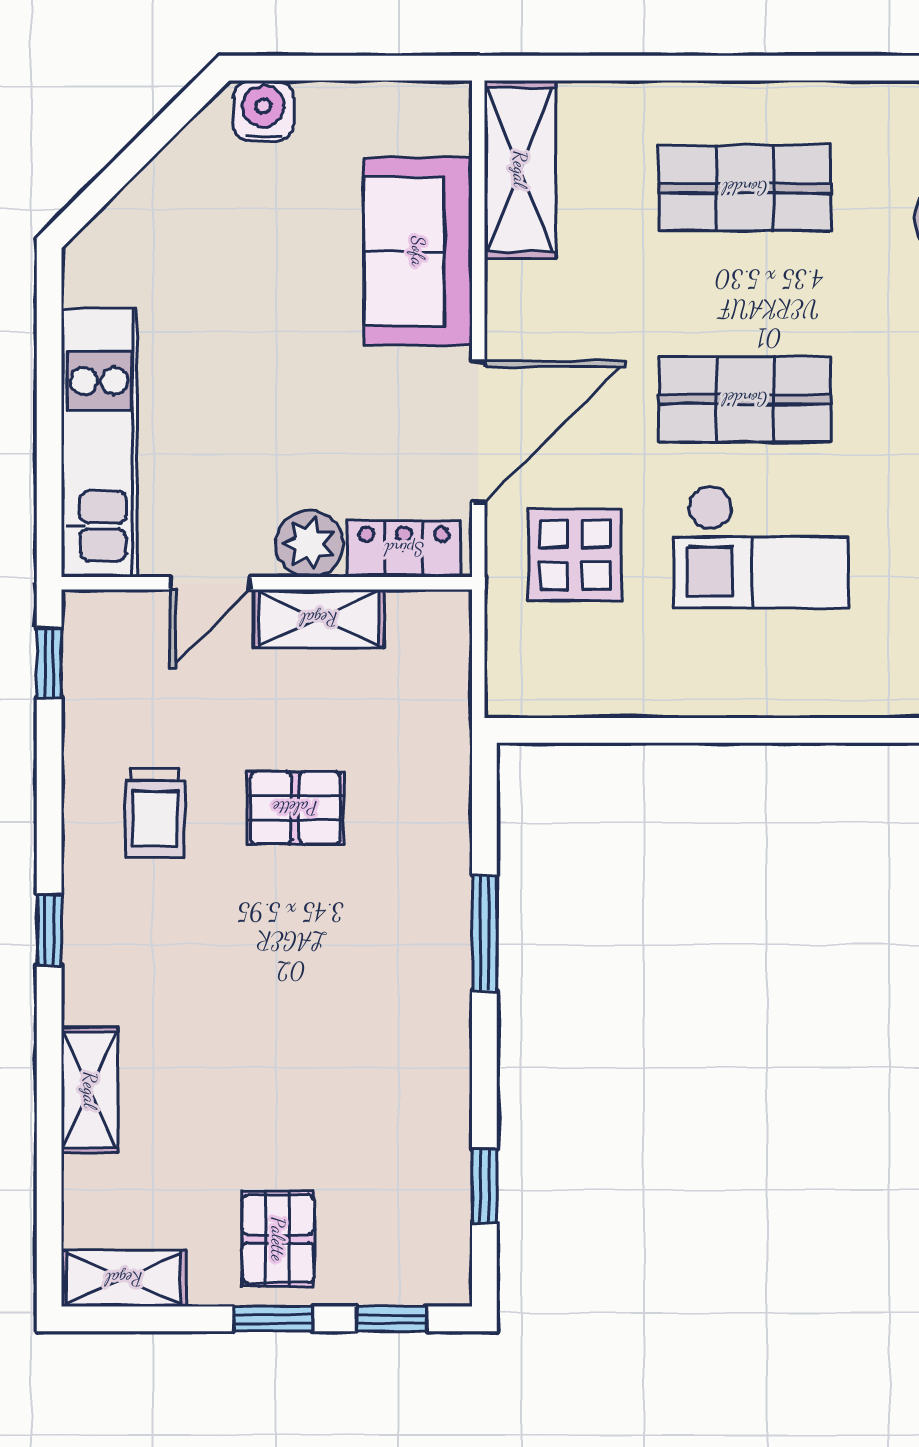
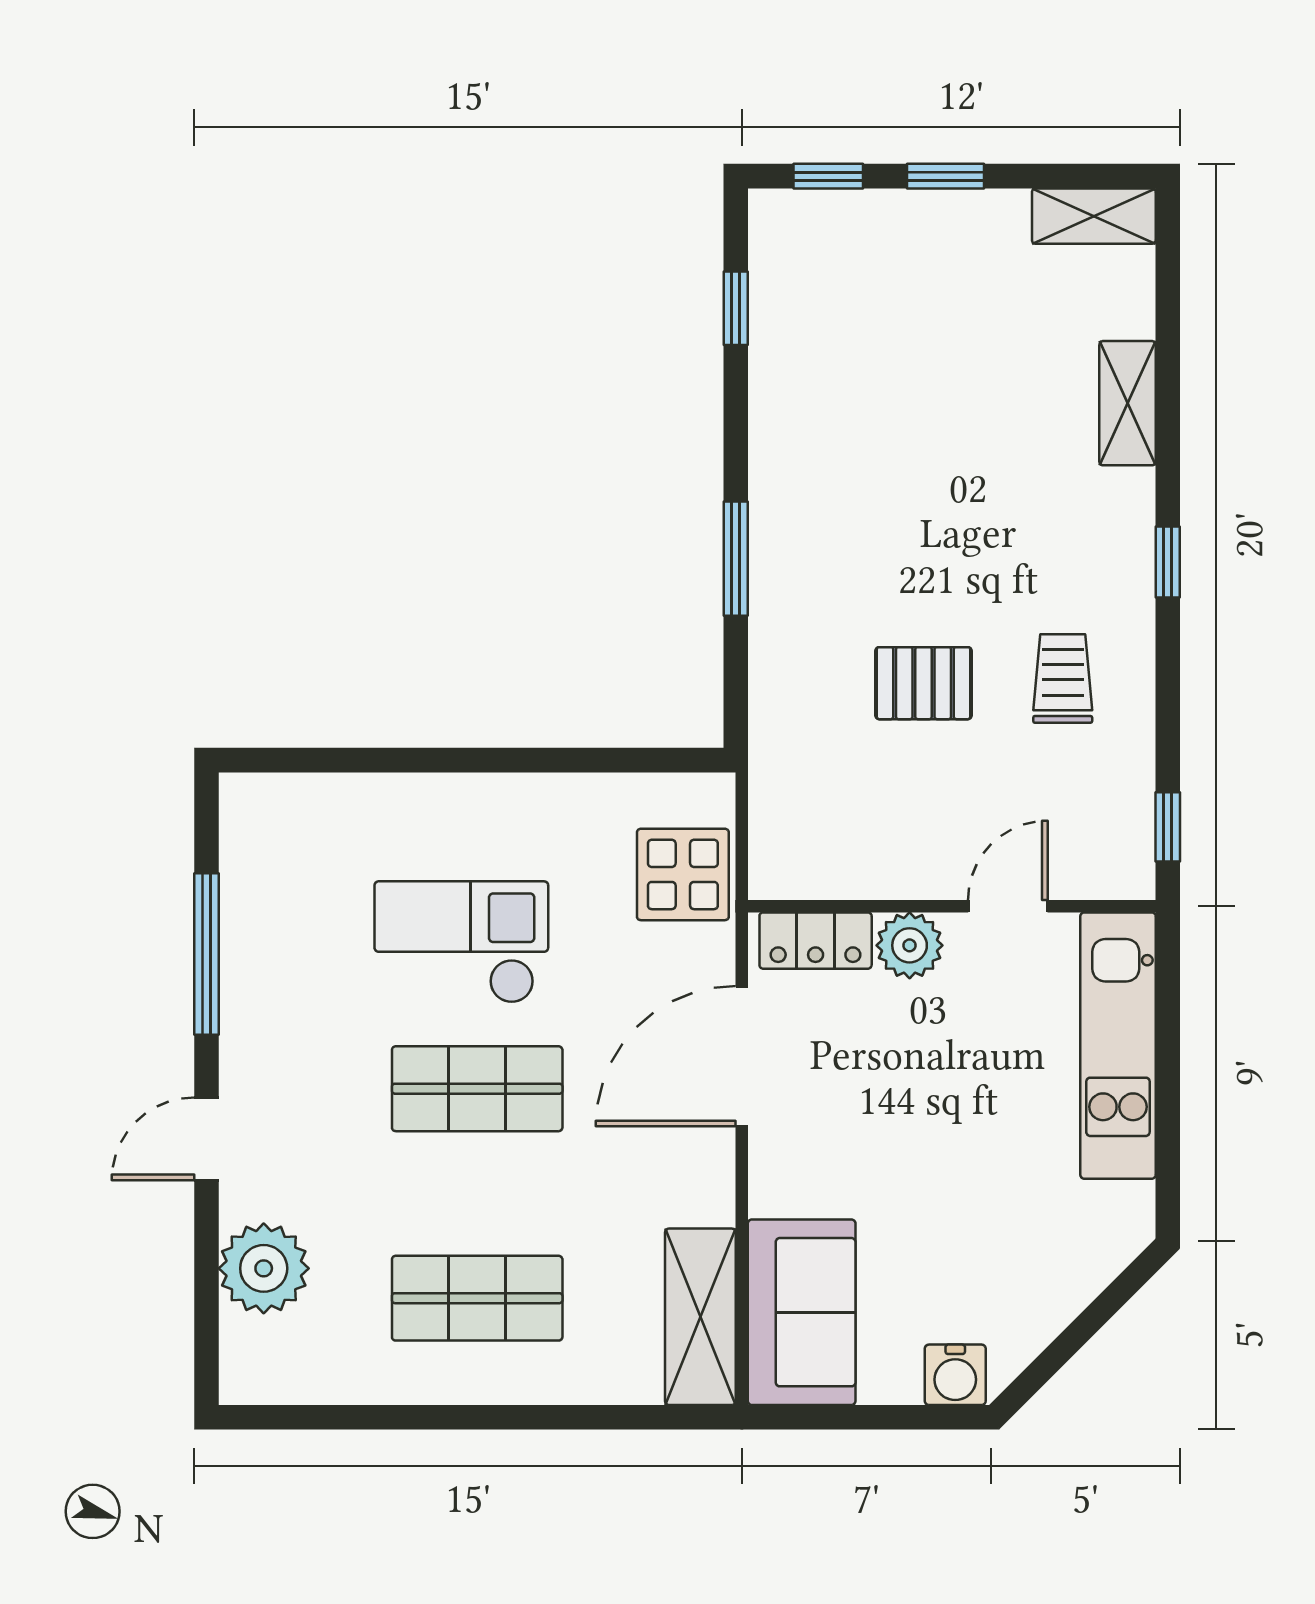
sofa: (418, 251) -> (802, 1312), moved
display table: (575, 555) -> (683, 874), moved
shelving: (319, 619) -> (900, 871), removed
pallet: (278, 1239) -> (941, 256), removed

